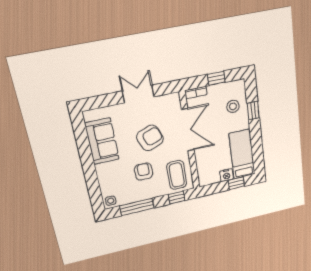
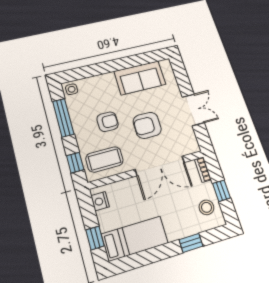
stool: (233, 106) -> (206, 207), moved
armchair: (150, 138) -> (147, 125), turned 111
nightstand: (227, 175) -> (100, 201), moved

